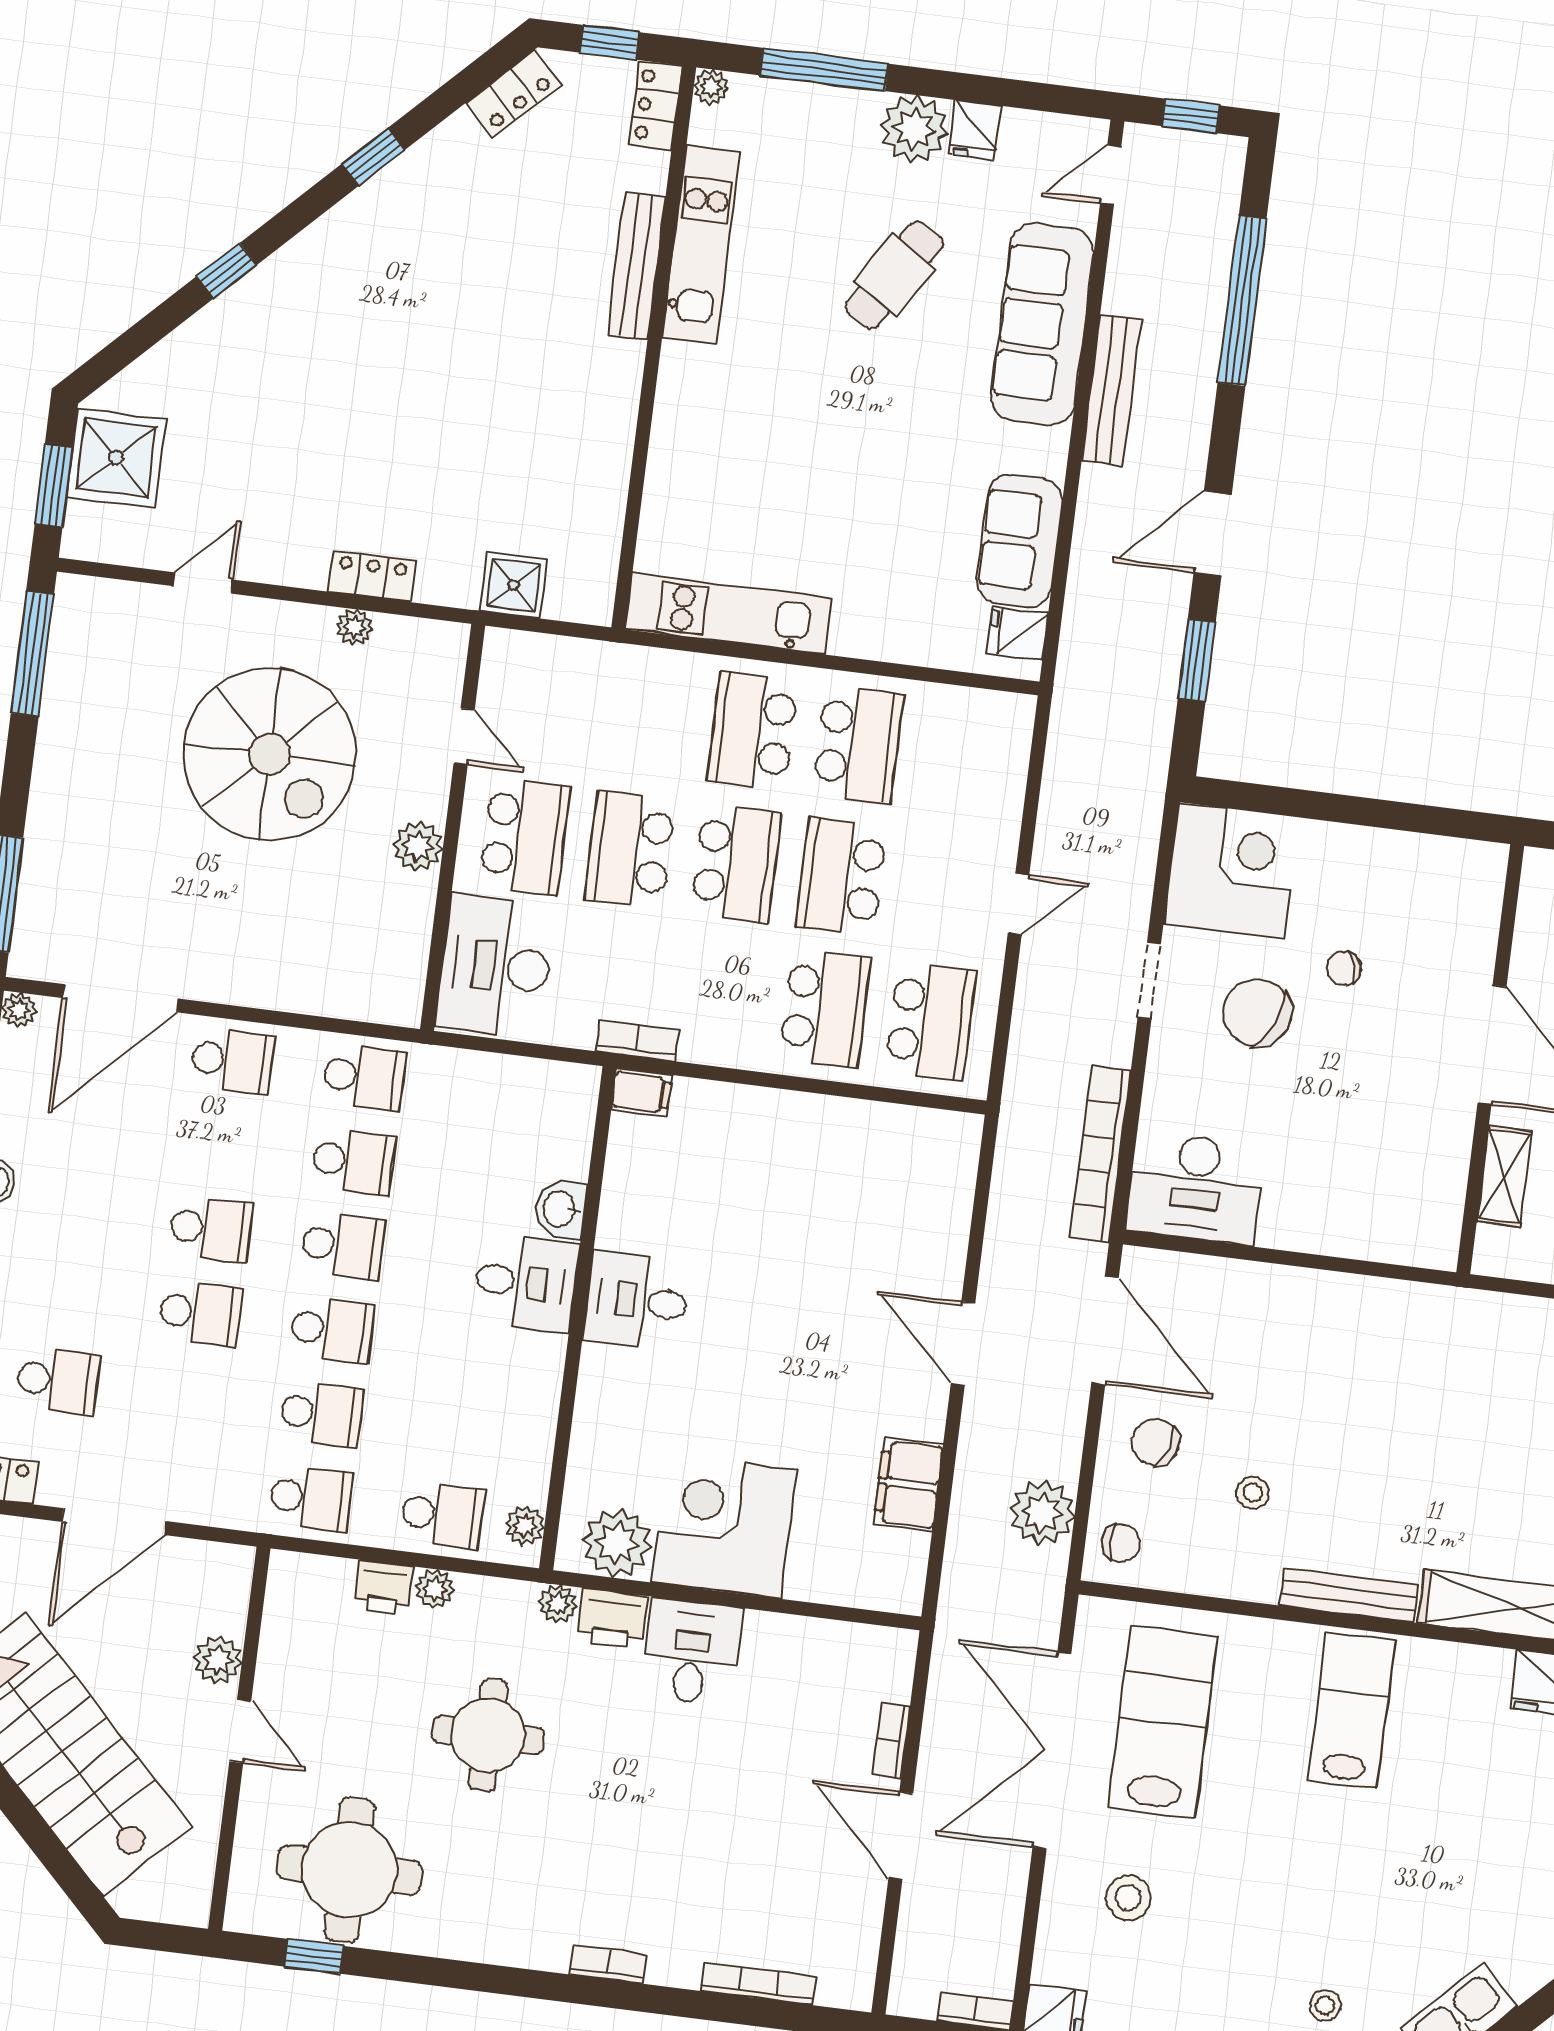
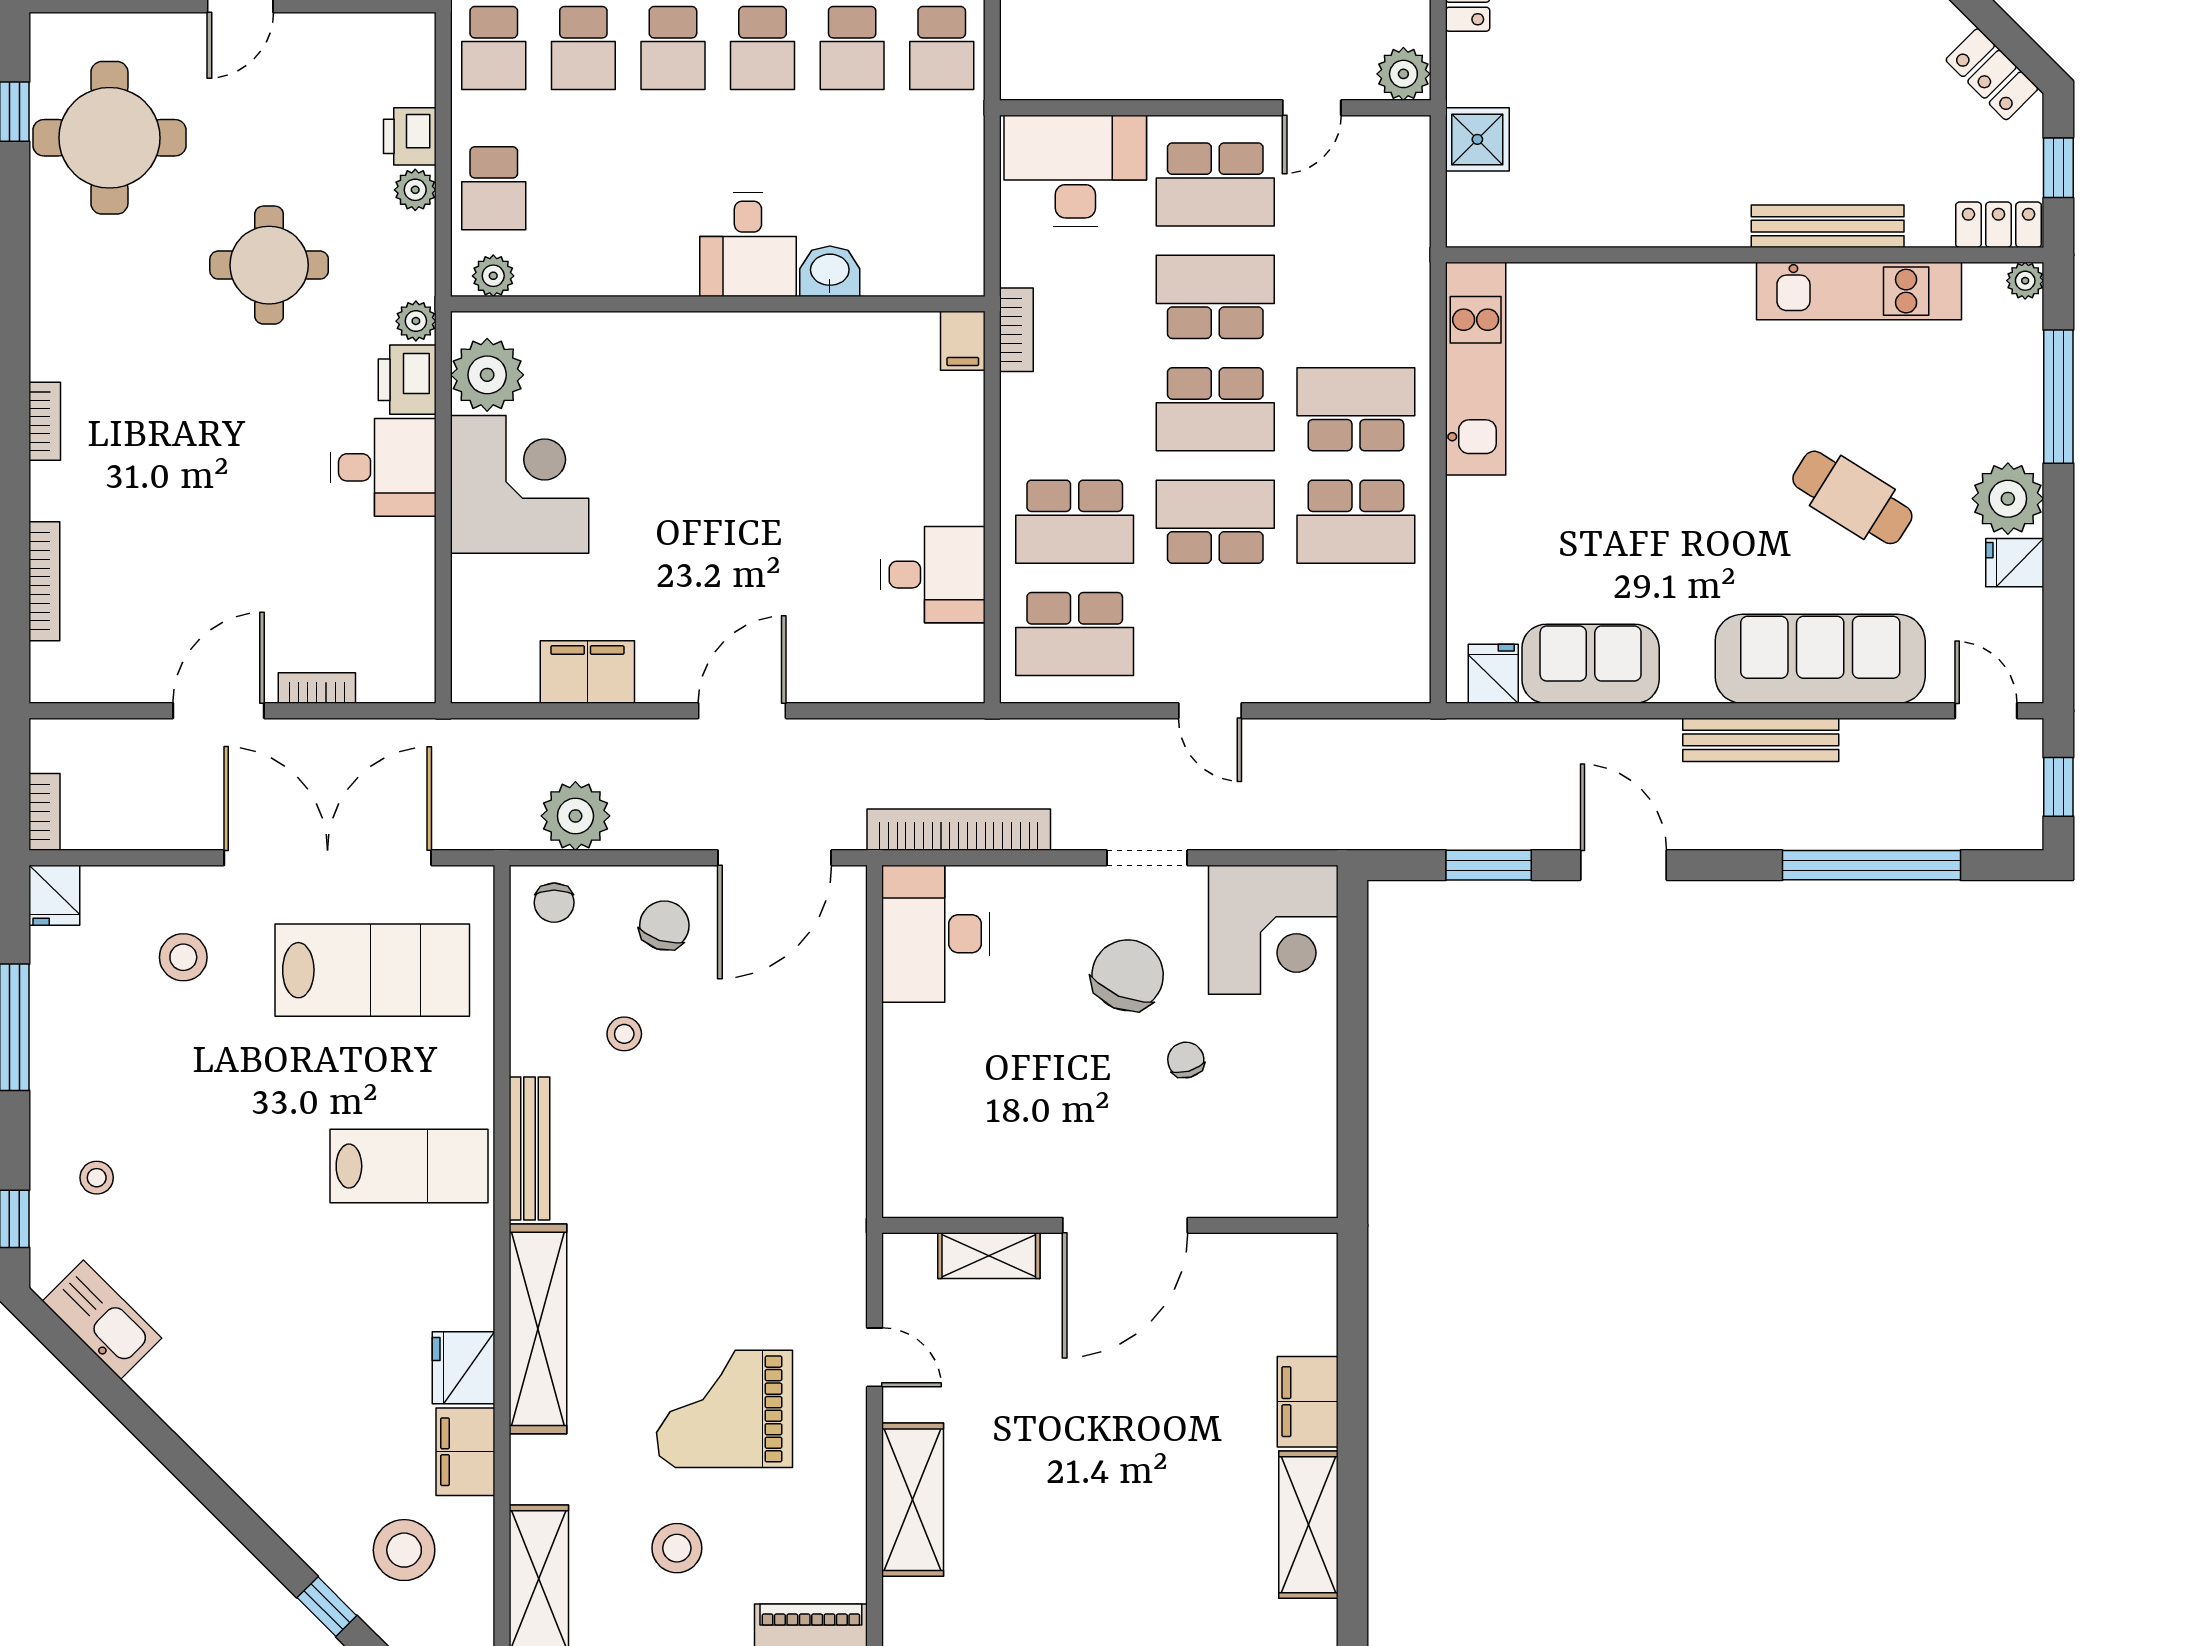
plant: (418, 846) -> (1403, 74), moved
desk: (637, 1301) -> (933, 575), moved, turned 90

